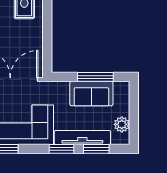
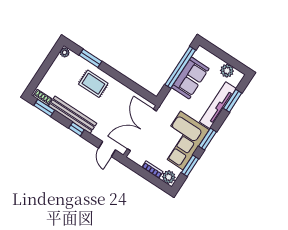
window: (95, 77) -> (180, 67), width x1.46
window: (61, 149) -> (208, 139), moved

